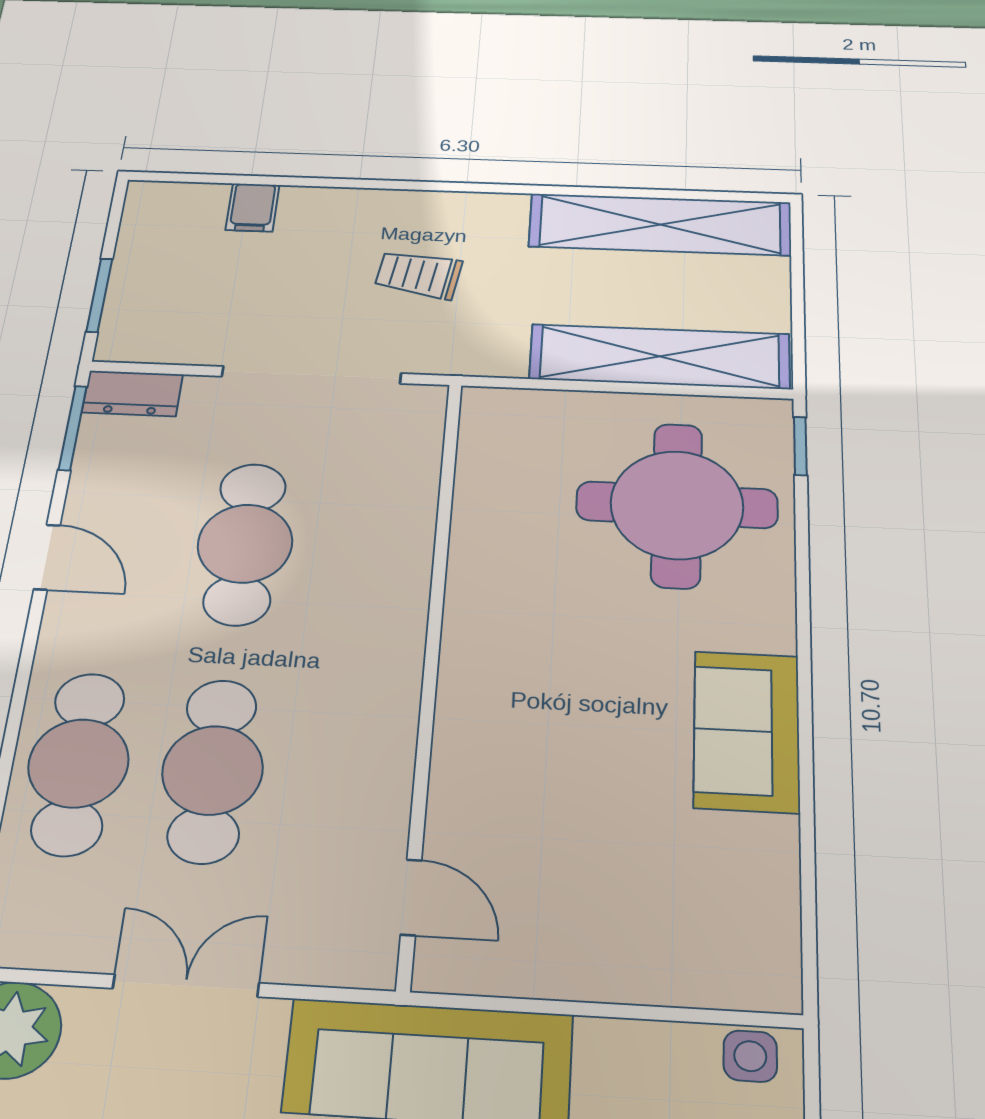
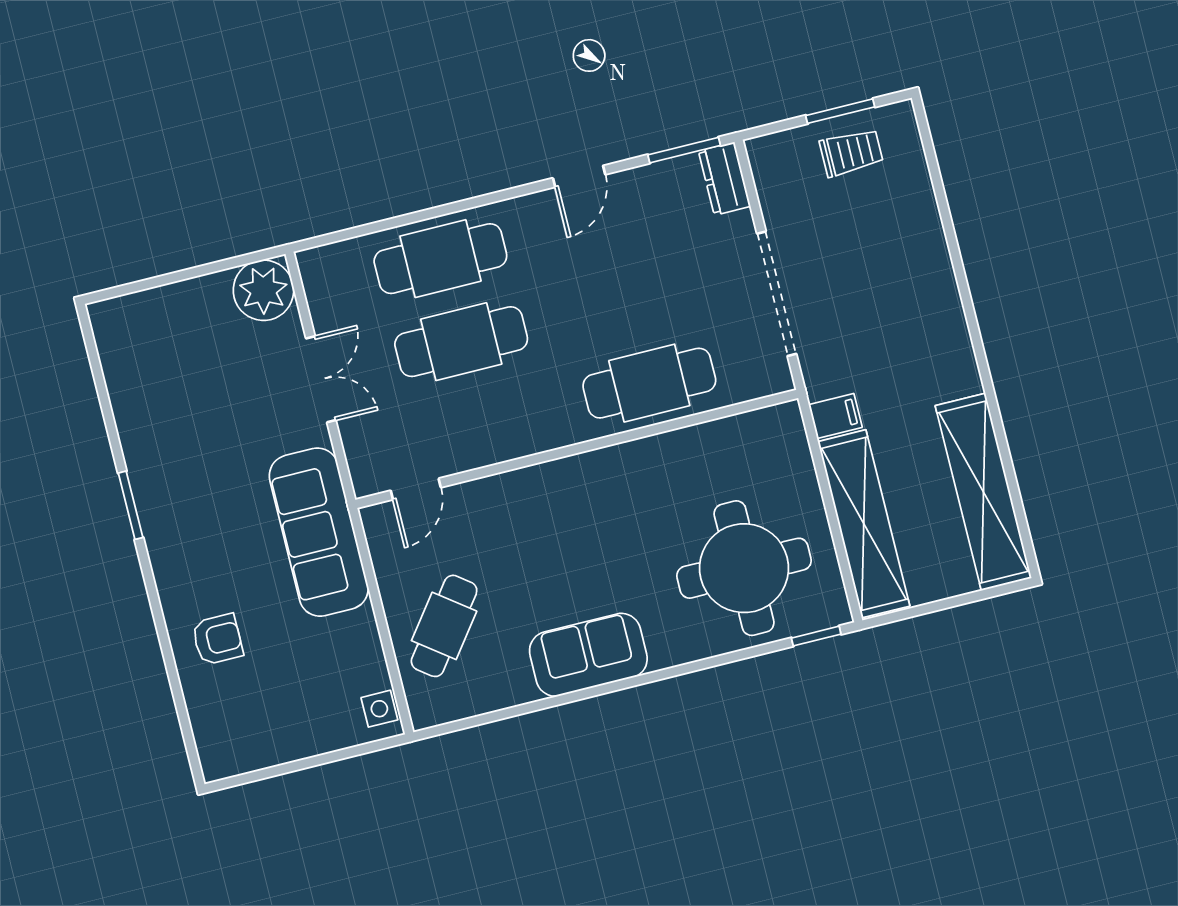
filing cabinet: (253, 207) -> (835, 416), moved, turned 180
trolley: (418, 275) -> (851, 153), moved, turned 81
window: (99, 295) -> (840, 111), moved
cafe table: (245, 543) -> (649, 383), moved
cafe table: (642, 919) -> (444, 626), added

